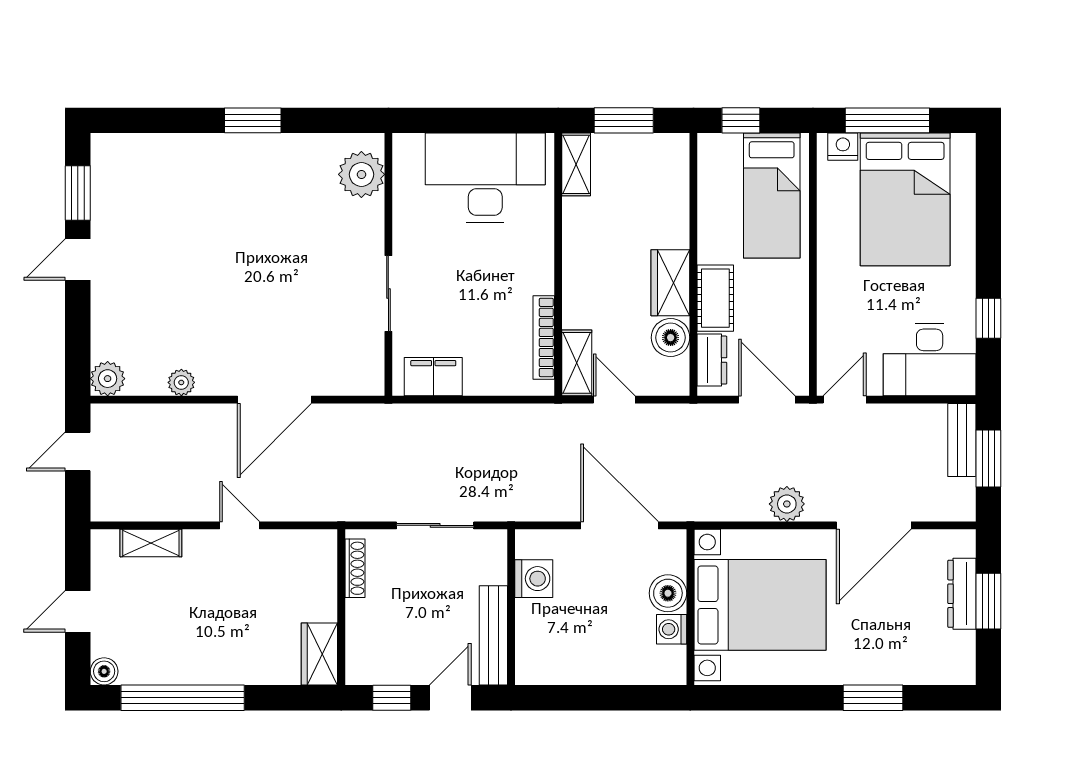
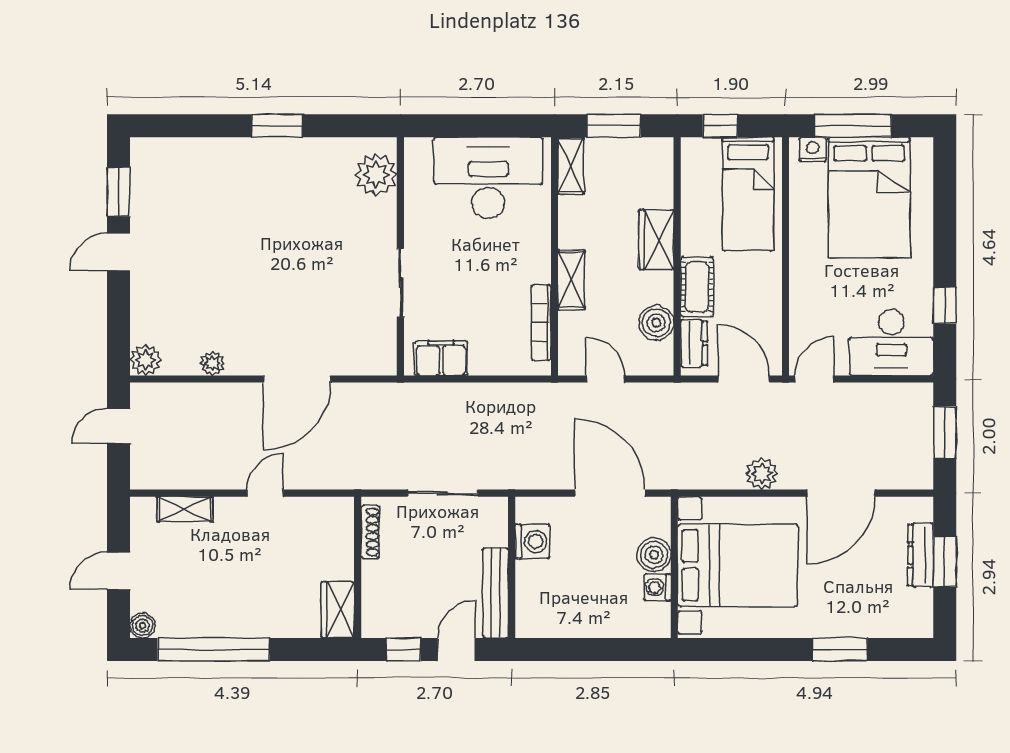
wardrobe: (670, 283) -> (656, 239), moved
shelving: (577, 363) -> (571, 280), moved
bench: (962, 440) -> (921, 416), removed
door: (240, 525) -> (265, 493), hinge flipped

